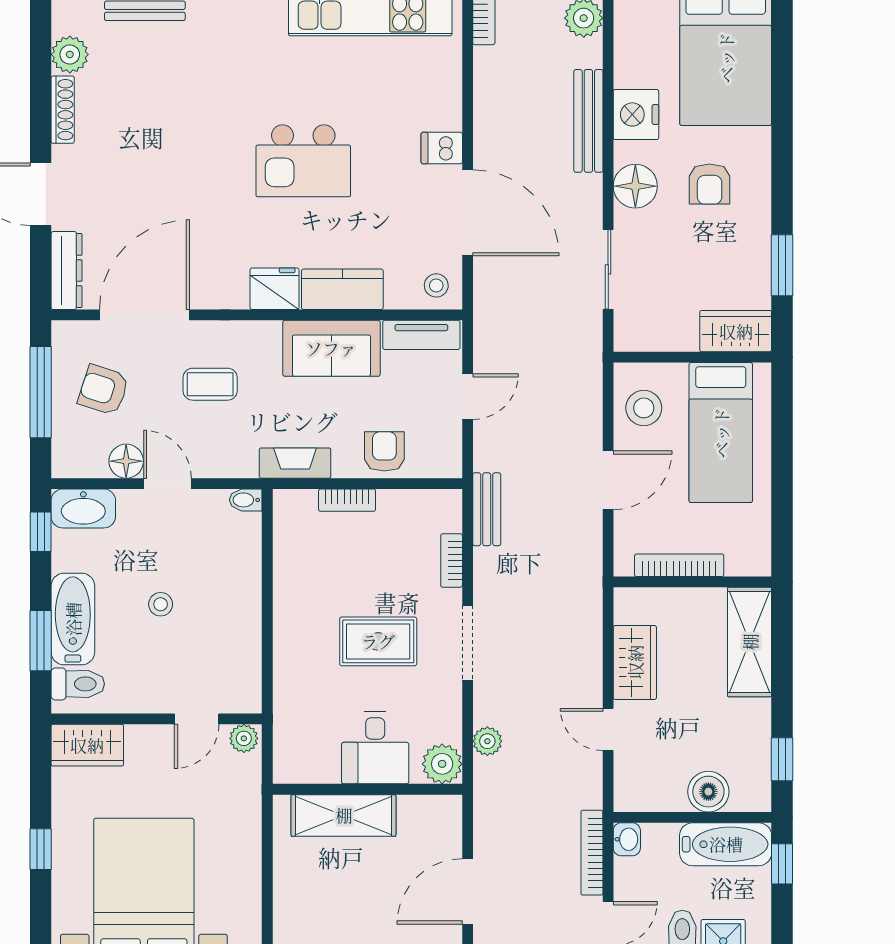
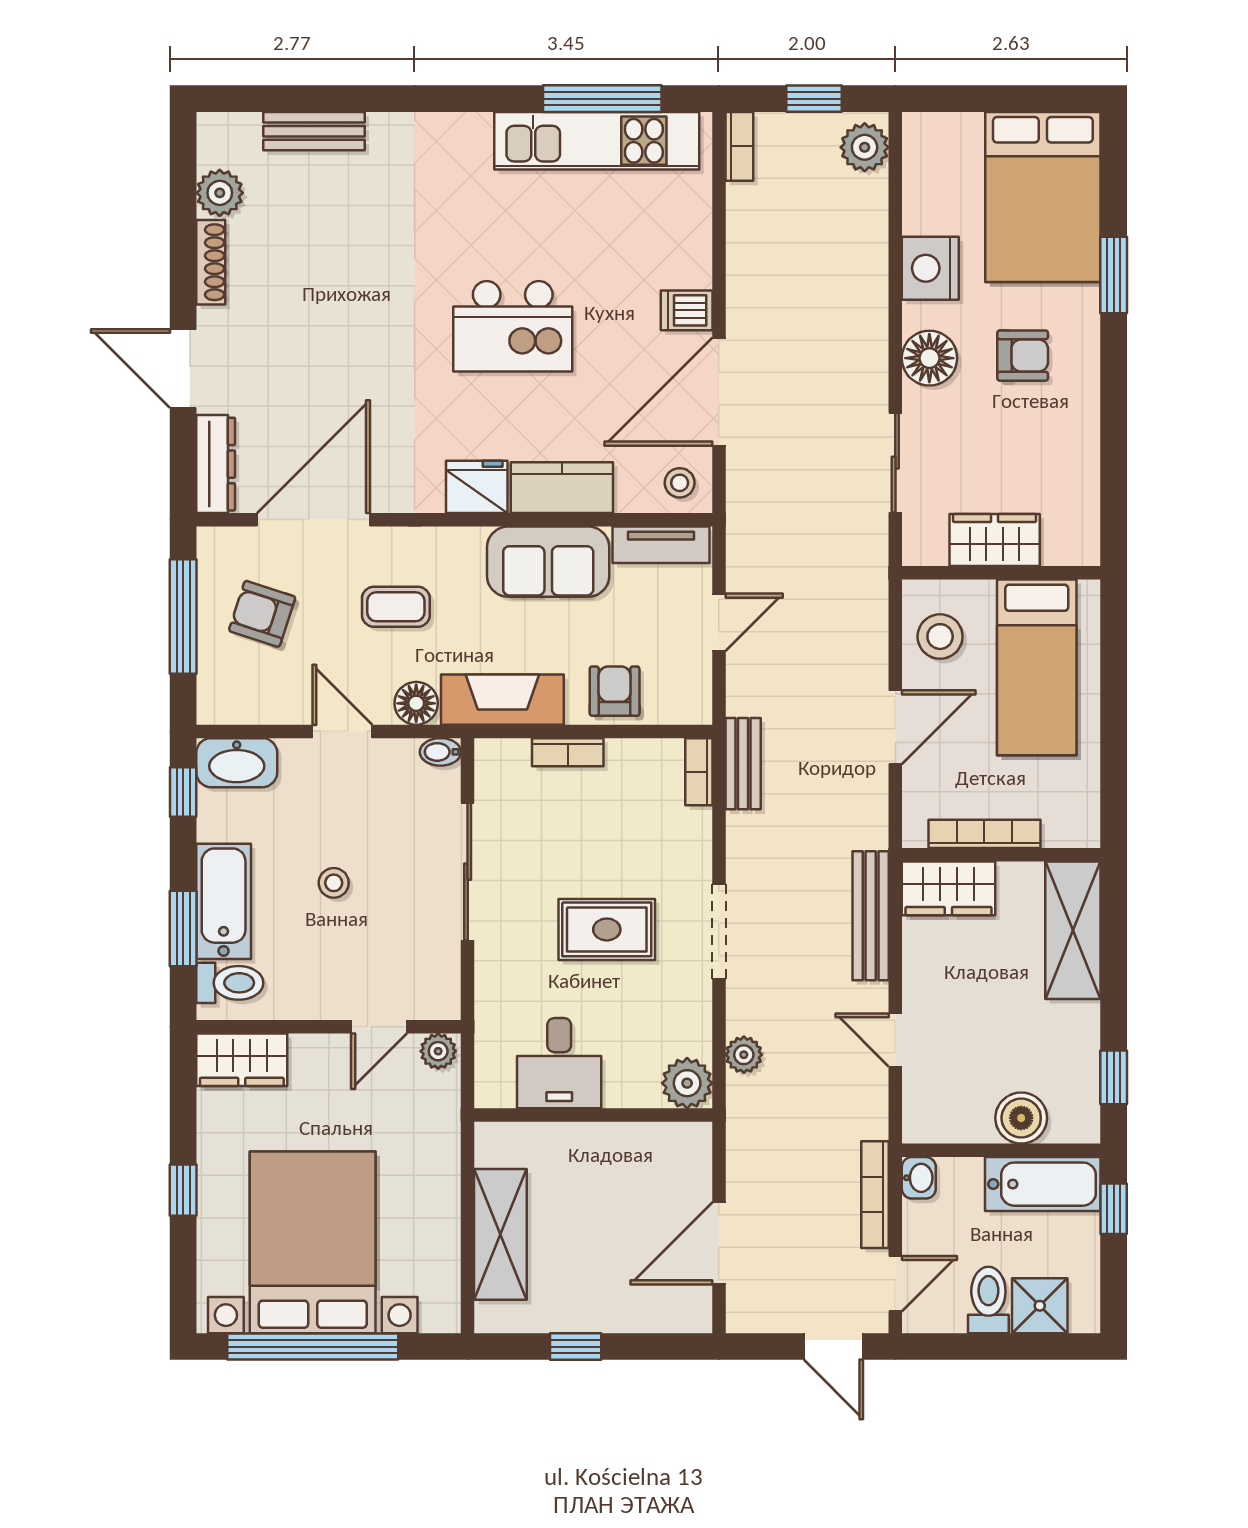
bench: (588, 121) -> (871, 916), moved
armchair: (710, 184) -> (1023, 356), turned -90
door: (468, 213) -> (719, 392), swing flipped
window: (782, 265) -> (1114, 275), moved
wardrobe: (736, 331) -> (995, 540), moved
floor lamp: (126, 461) -> (416, 703), moved
fireplace: (295, 463) -> (502, 700), width x1.37, depth x1.32
bookcase: (452, 560) -> (699, 772), moved
sliding door: (267, 595) -> (468, 872), added
wardrobe: (635, 662) -> (948, 888), moved, turned 90
desk: (375, 748) -> (559, 1063), moved
shelving: (344, 815) -> (500, 1234), moved, turned 90

